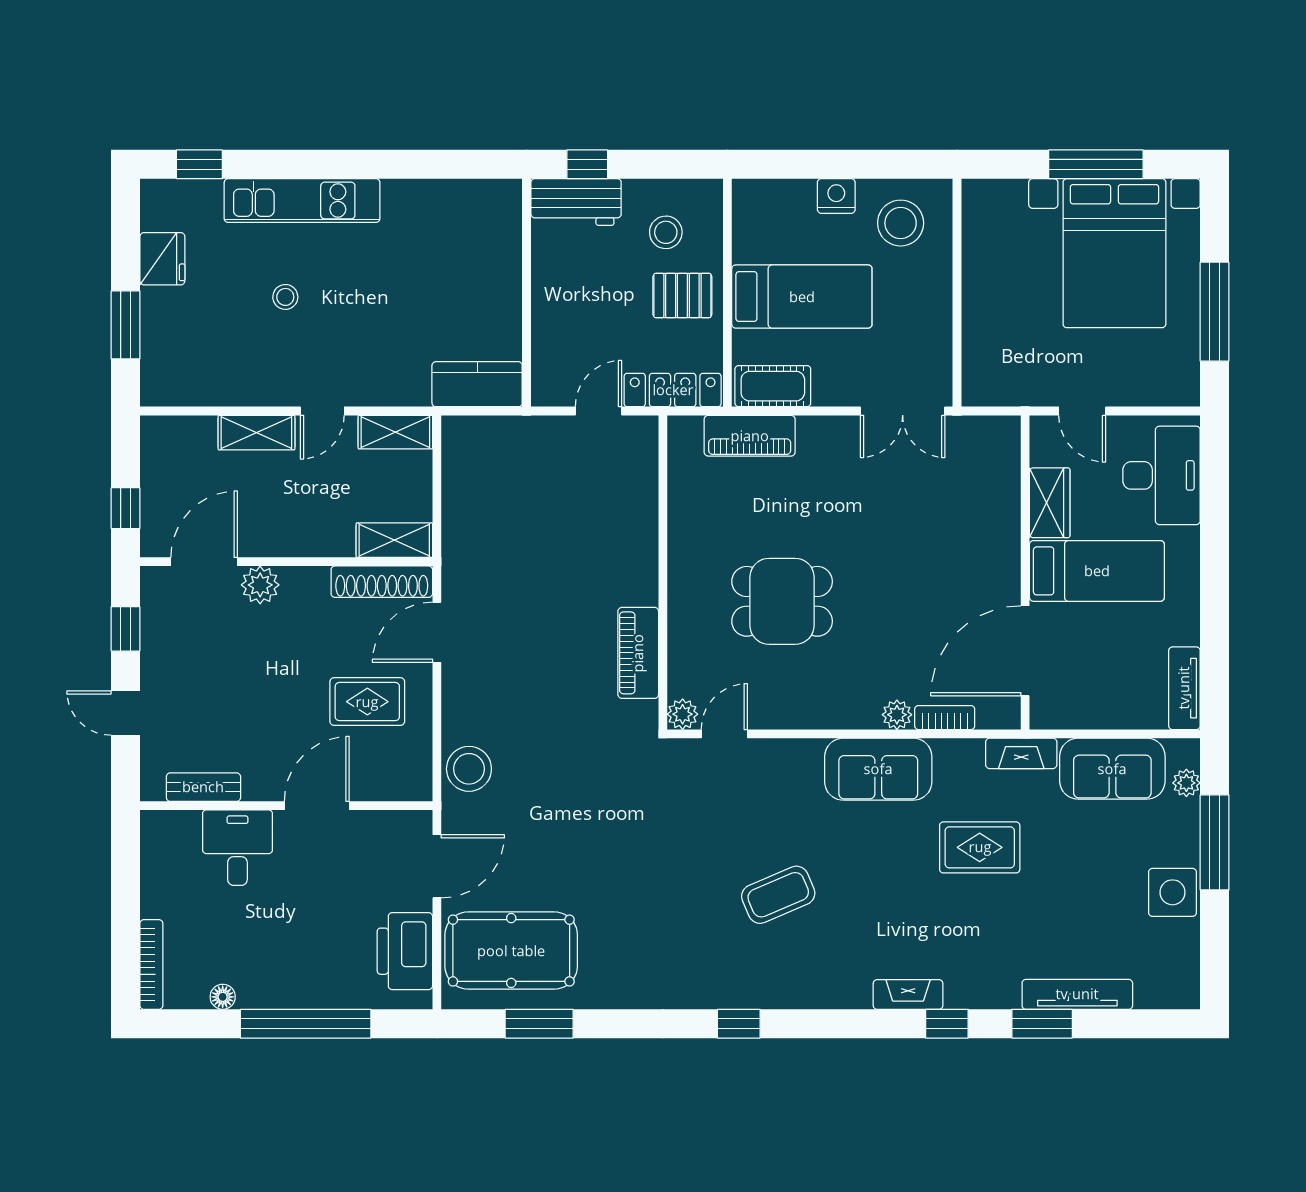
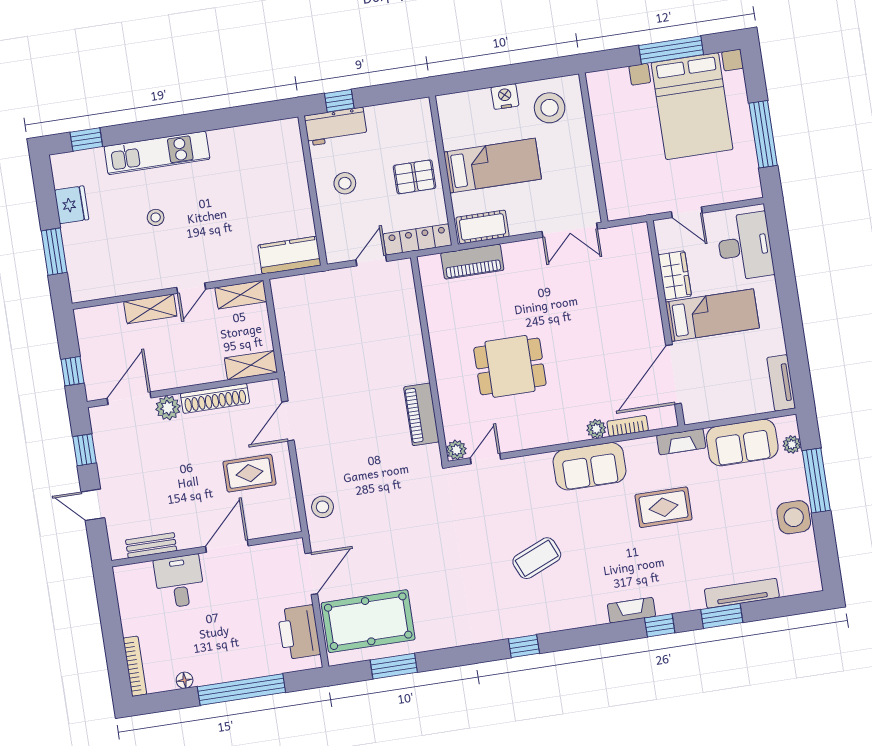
stool: (666, 232) -> (345, 183), moved
shoe rack: (382, 582) -> (215, 398), moved
stool: (469, 769) -> (322, 507), width x0.73, depth x0.73

